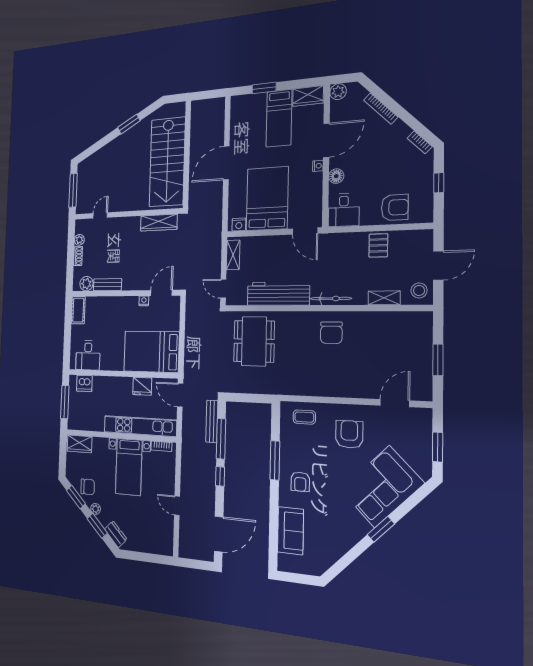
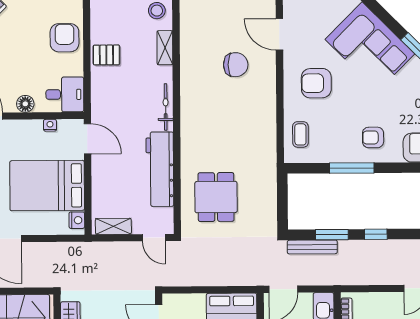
nightstand: (318, 166) -> (50, 125), moved
door: (305, 231) -> (87, 139), hinge flipped
door: (223, 289) -> (154, 238), hinge flipped
chair: (331, 333) -> (236, 65), moved
dining table: (254, 341) -> (216, 197), width x0.73
window: (221, 439) -> (332, 235), width x0.69
armchair: (300, 482) -> (373, 137), turned 180

